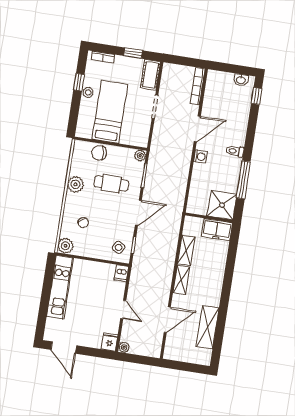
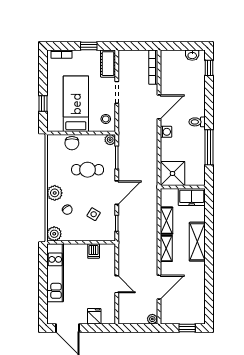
window: (79, 82) -> (43, 104), moved
stool: (88, 92) -> (106, 119), moved
chair: (99, 153) -> (72, 143), turned -84
plant: (76, 184) -> (55, 193), moved
shower: (222, 205) -> (172, 173), moved
side table: (119, 247) -> (94, 214), moved
dishwasher: (121, 273) -> (94, 251), moved
shelving: (208, 327) -> (197, 242), moved
fridge: (110, 342) -> (94, 316), moved
plant: (124, 347) -> (152, 319), moved
window: (190, 367) -> (187, 328), added

